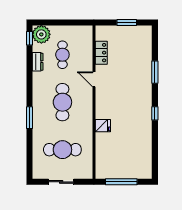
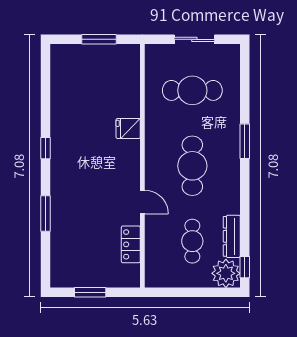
dresser: (38, 62) -> (232, 236), width x1.44
window: (121, 182) -> (99, 39), width x0.69

